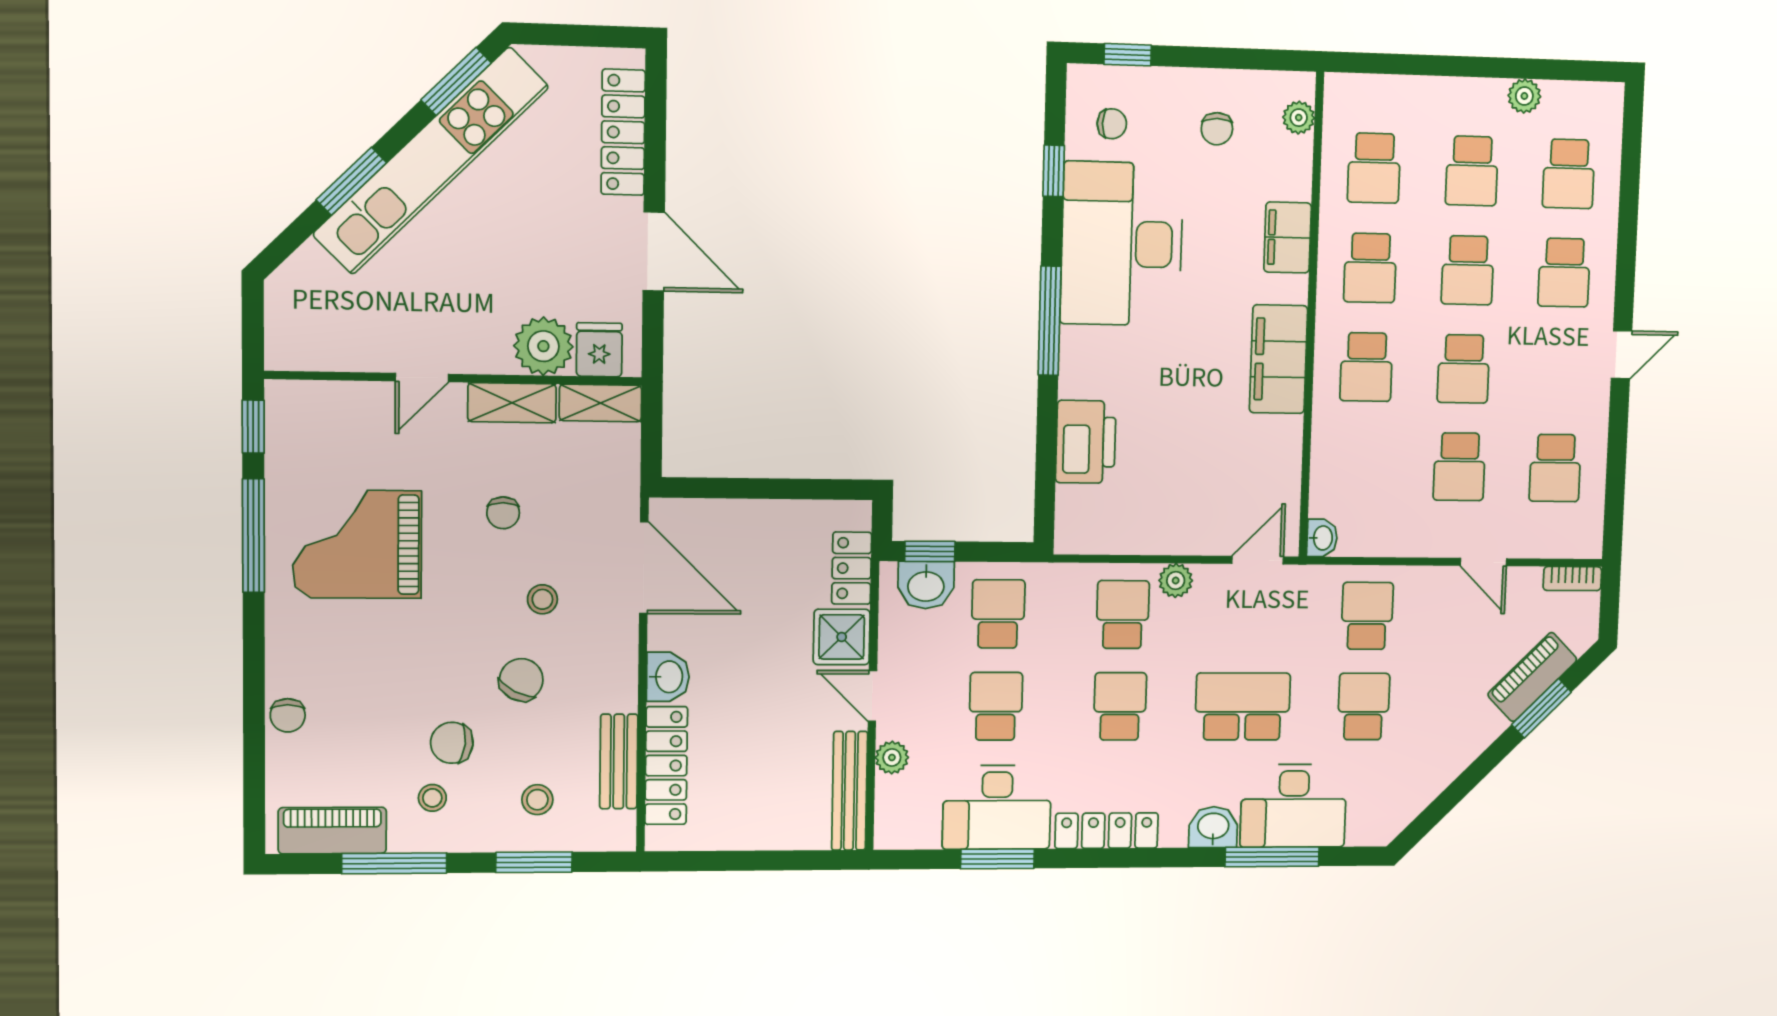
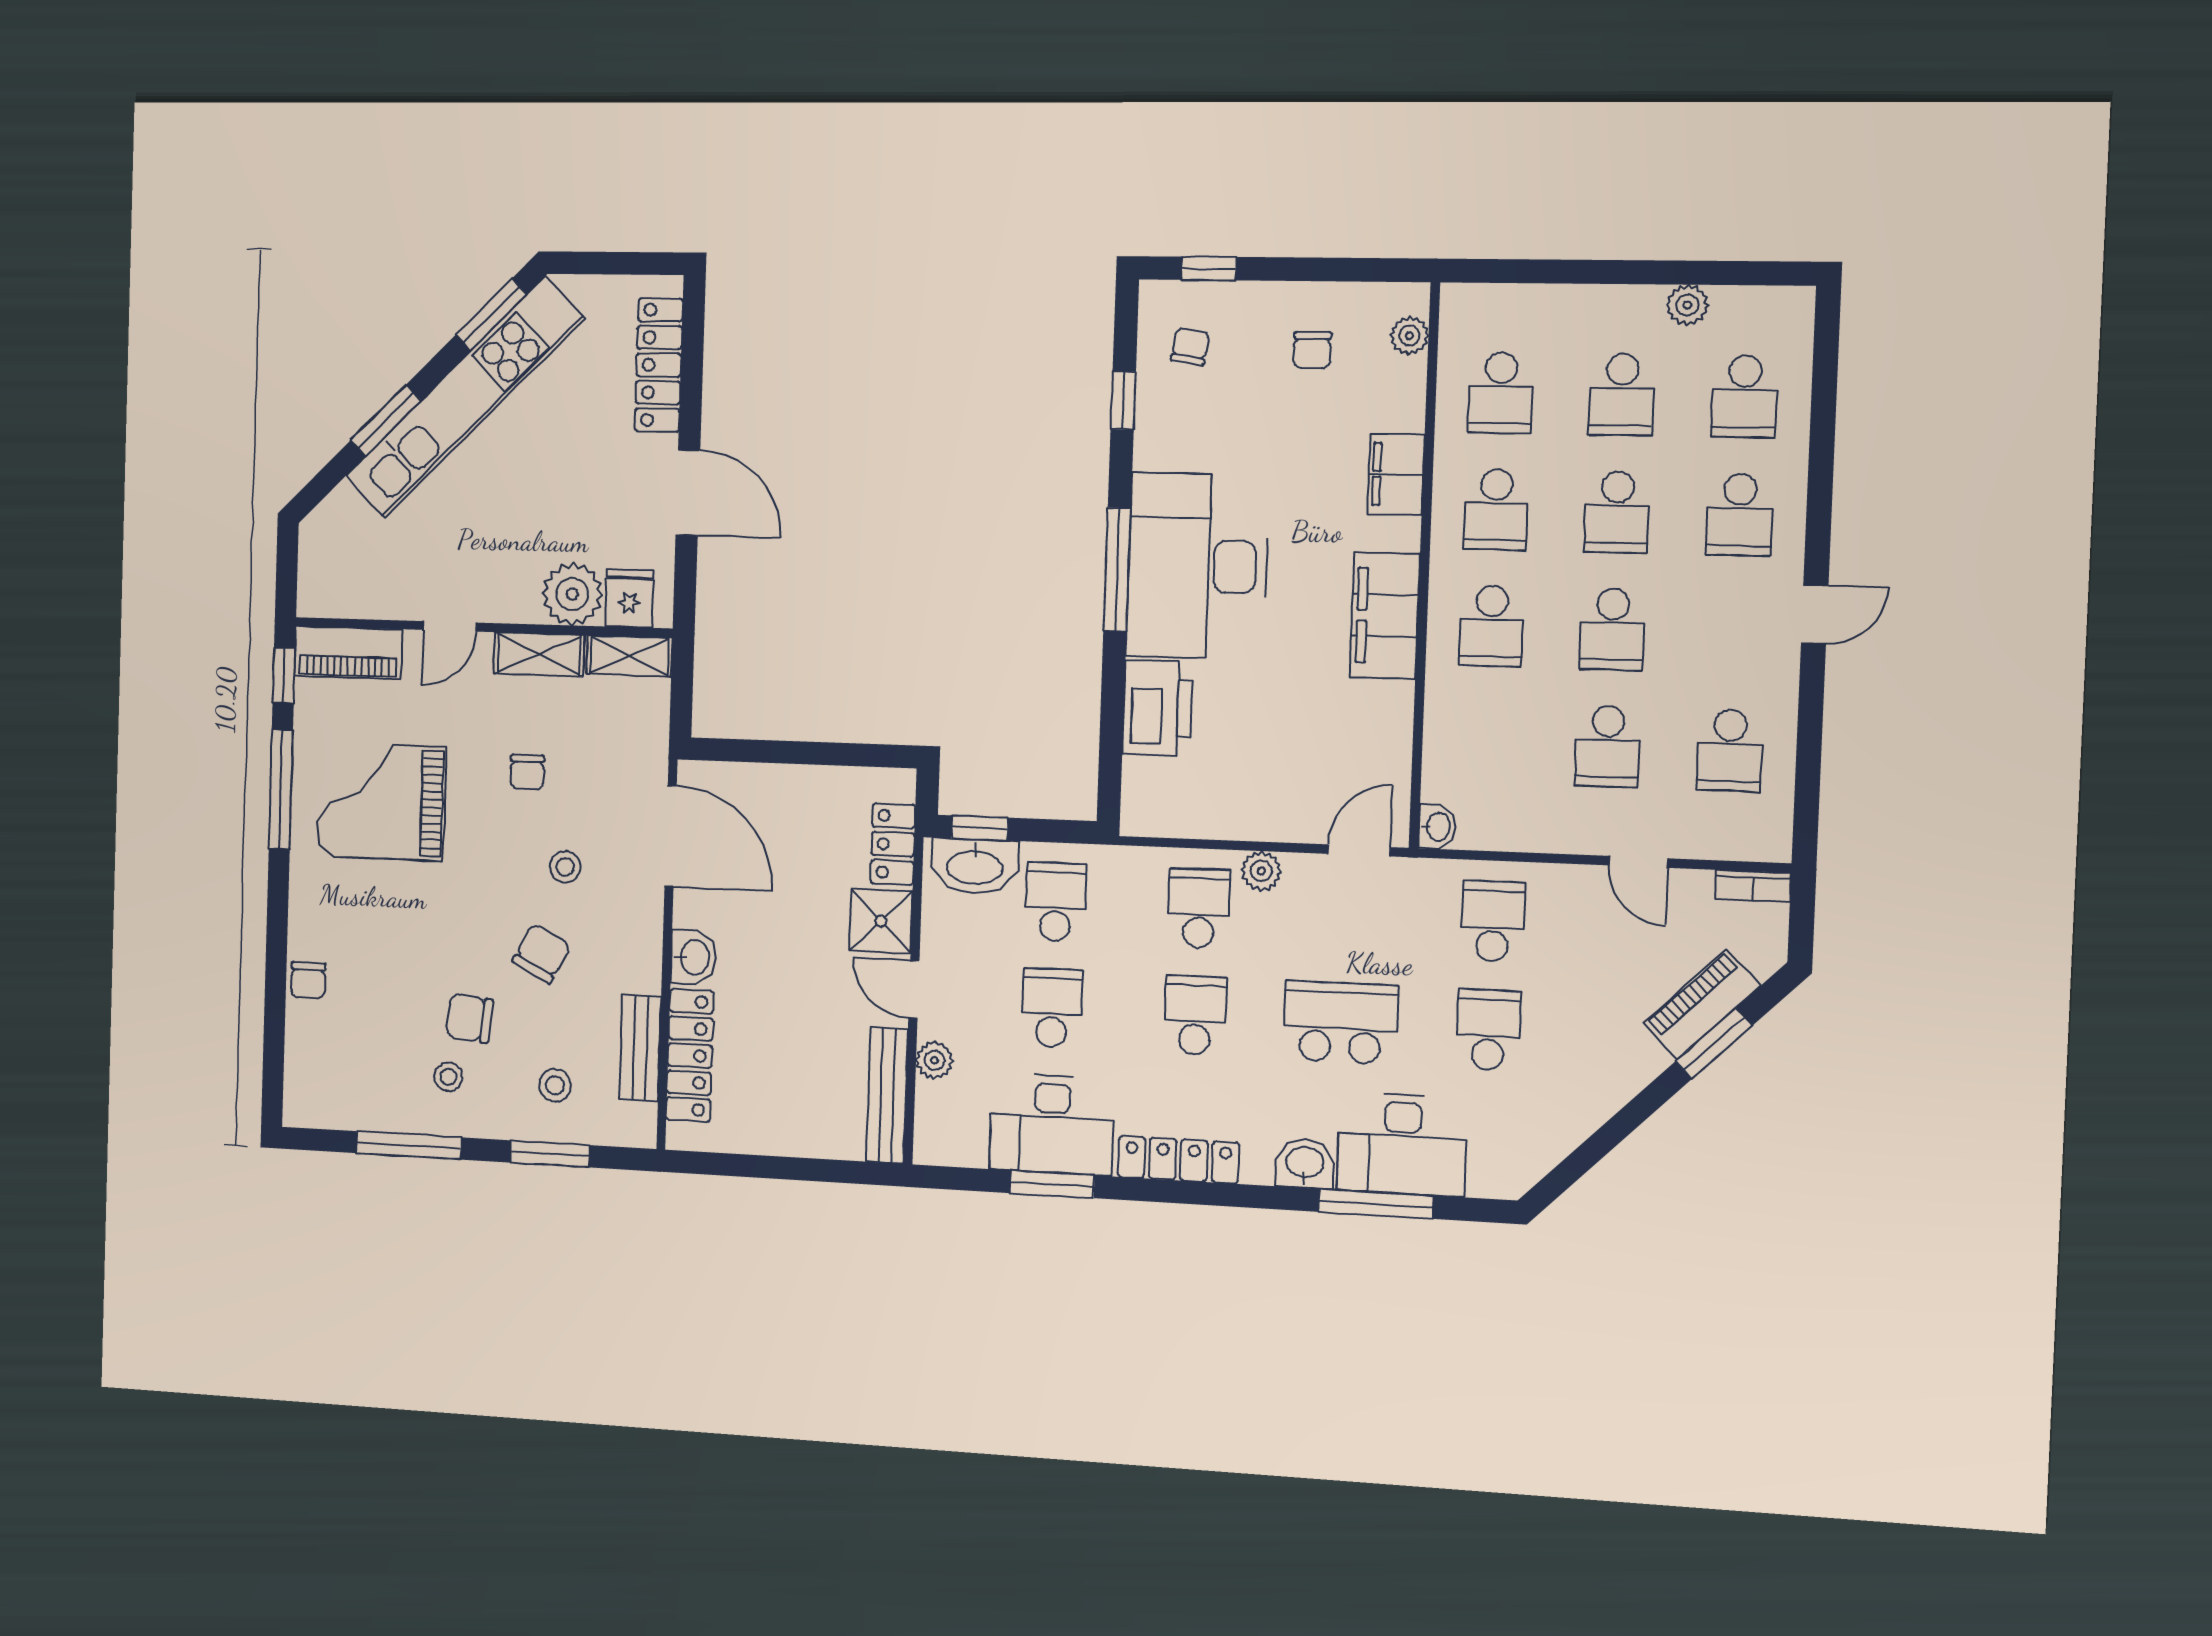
chair: (1112, 124) -> (1190, 347), turned -81
desk: (1122, 244) -> (1197, 566), moved
washbasin: (926, 585) -> (975, 866), width x1.38
piano: (332, 831) -> (348, 653), moved, turned 180

